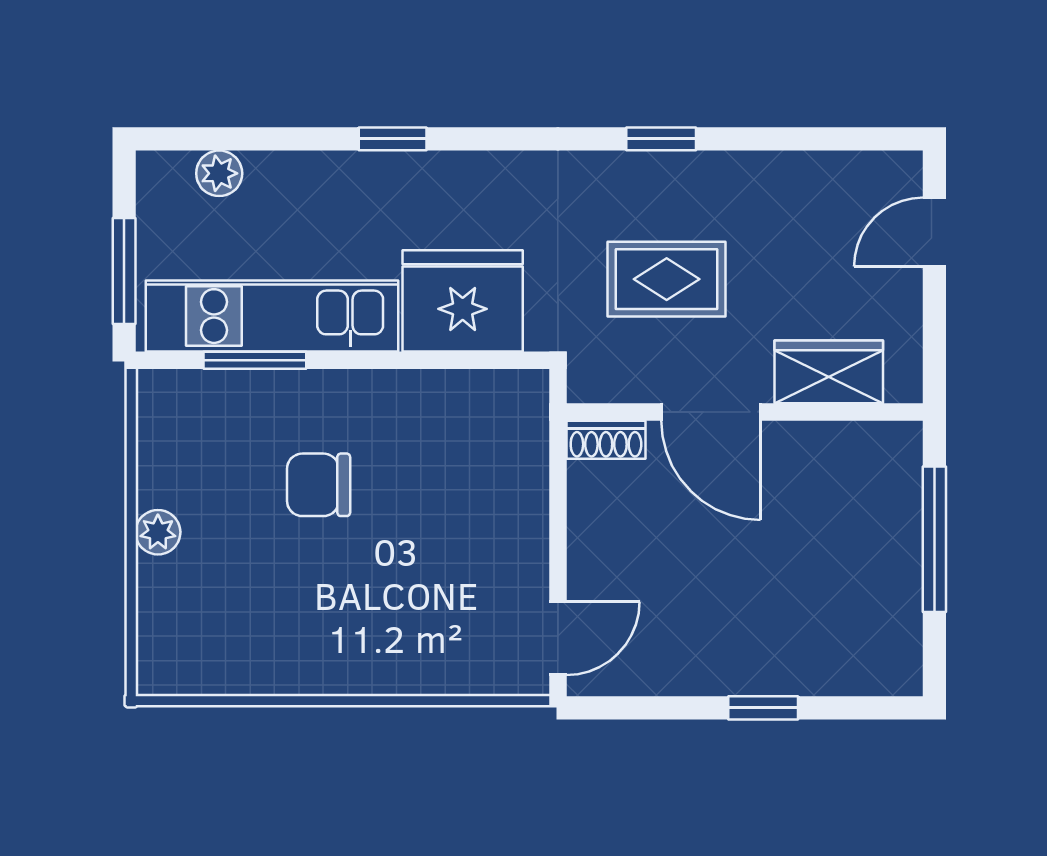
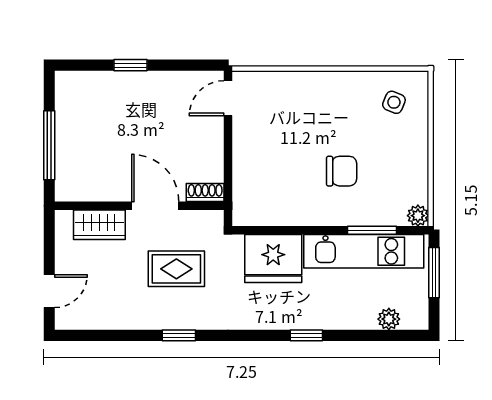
plant: (158, 532) -> (418, 216), moved
side table: (208, 630) -> (394, 102), added

